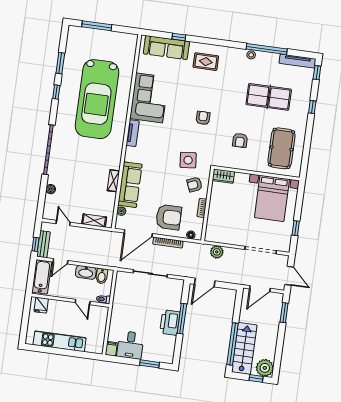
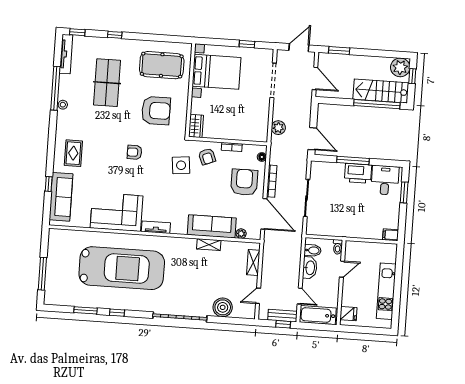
armchair: (240, 140) -> (156, 111), width x1.88, depth x1.88
boiler: (51, 189) -> (223, 307), width x1.86, depth x1.86
desk: (130, 345) -> (385, 180), moved, turned -90

